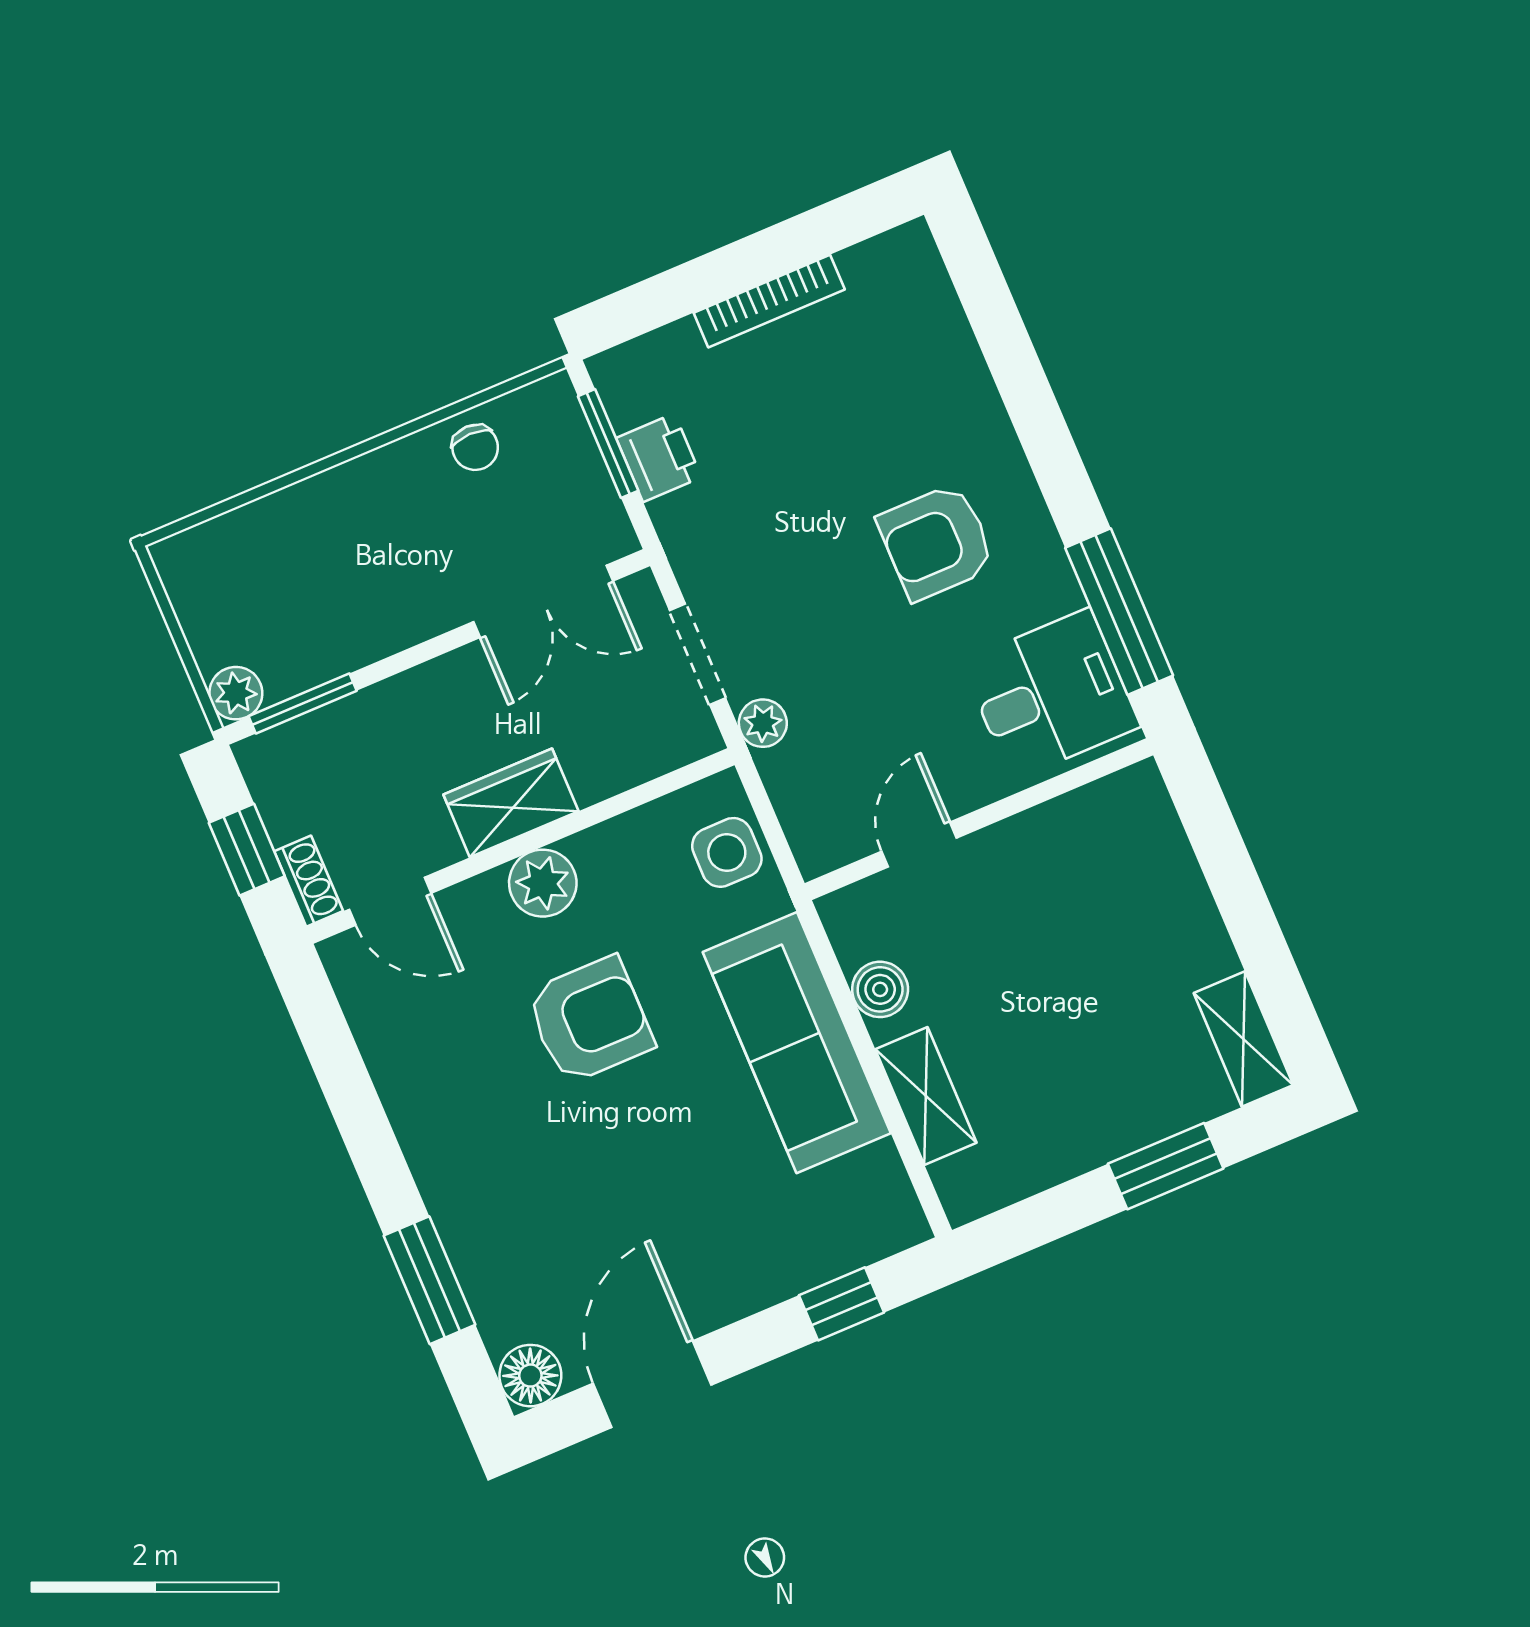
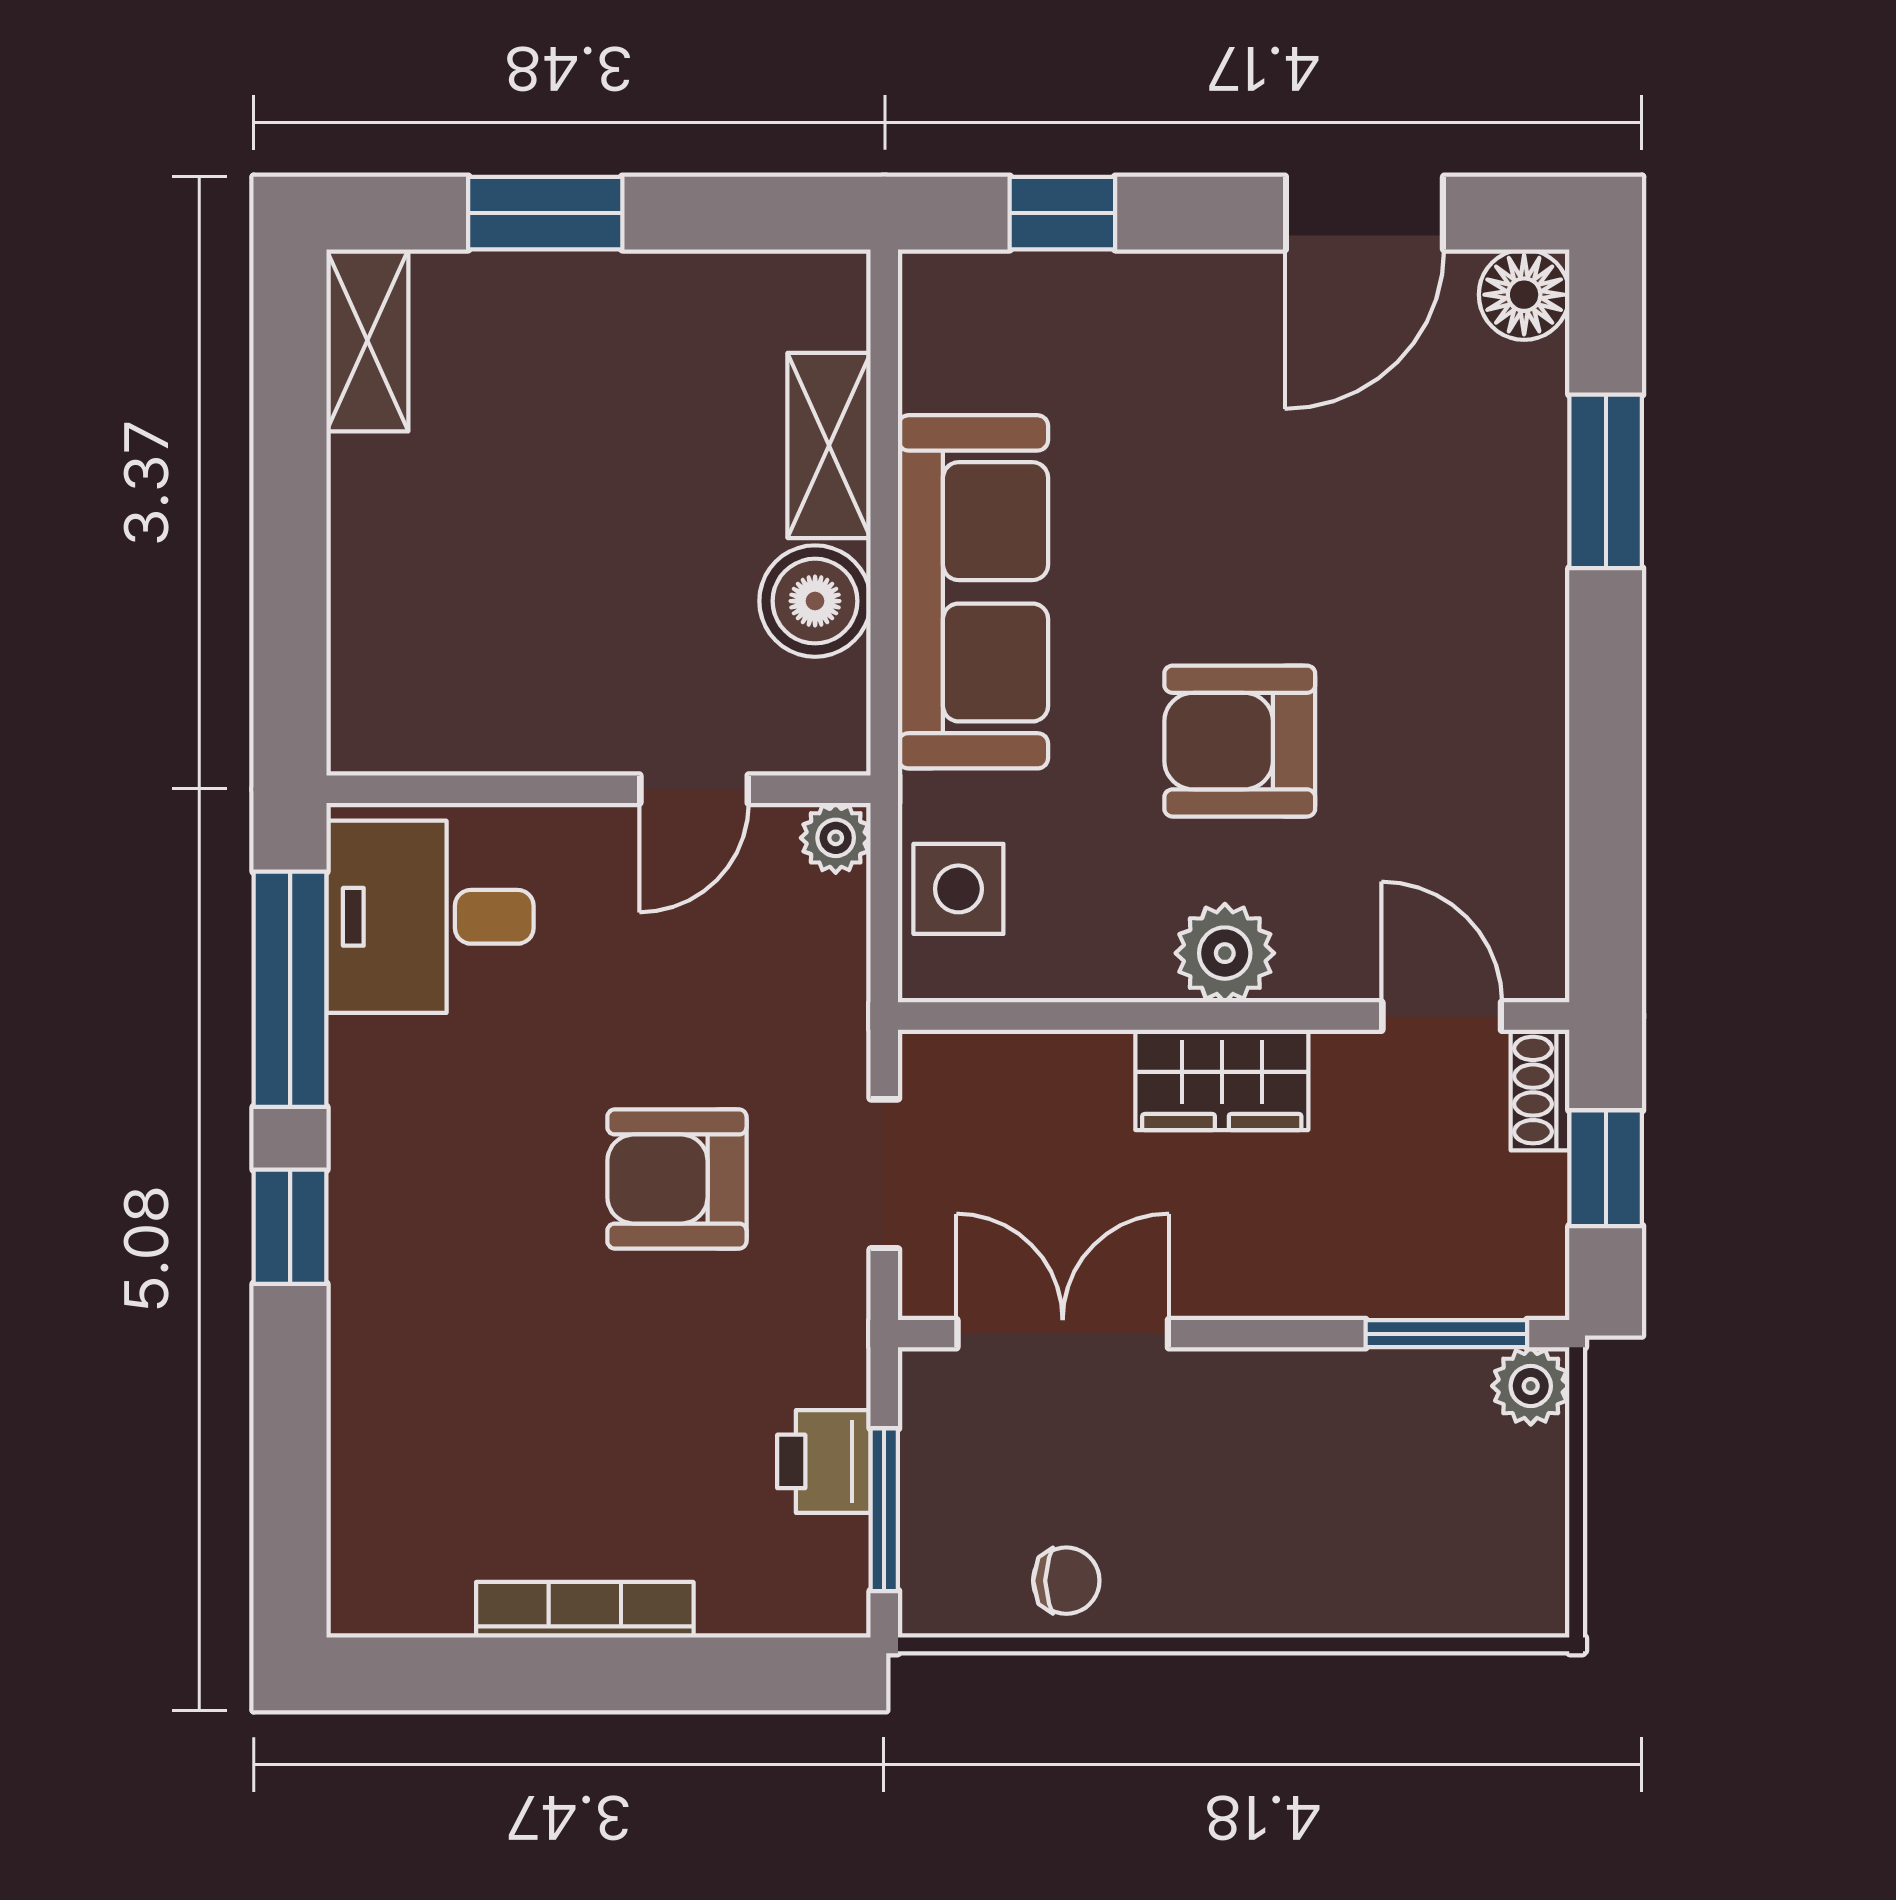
chair: (475, 447) -> (1066, 1581), turned 90
window: (1056, 463) -> (290, 1227), added
armchair: (936, 542) -> (677, 1179), moved, turned 180
plant: (763, 723) -> (836, 838), moved
boiler: (880, 989) -> (815, 601), width x1.36, depth x1.36

